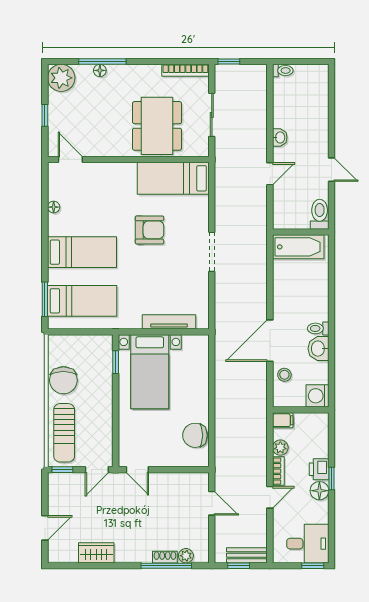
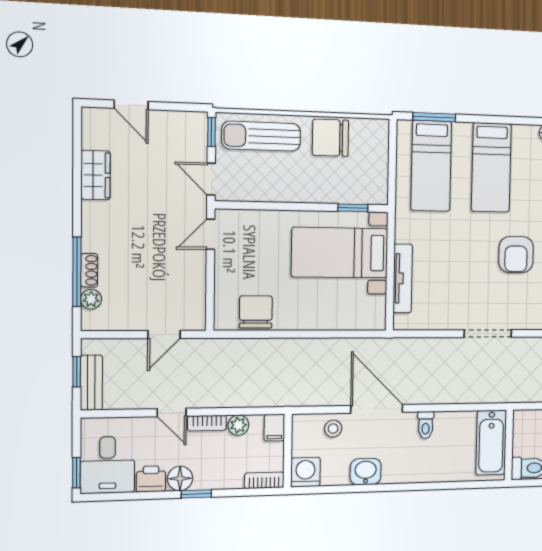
toilet: (318, 328) -> (426, 425), moved, turned 180
bookcase: (323, 427) -> (264, 480), added
printer: (319, 469) -> (151, 479), moved

